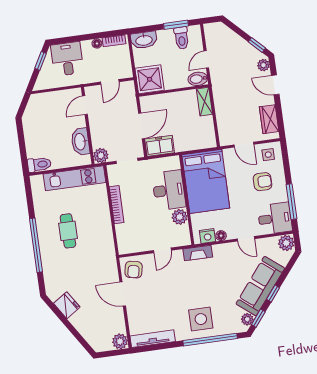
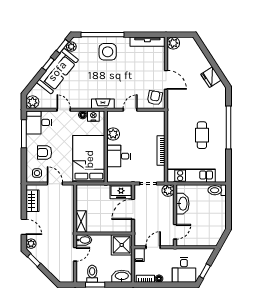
filing cabinet: (126, 70) -> (139, 255), added
desk: (169, 190) -> (119, 156), width x0.73

